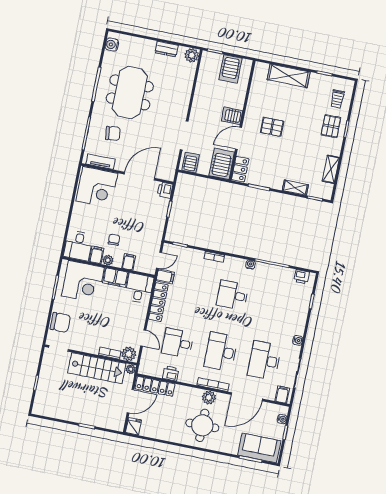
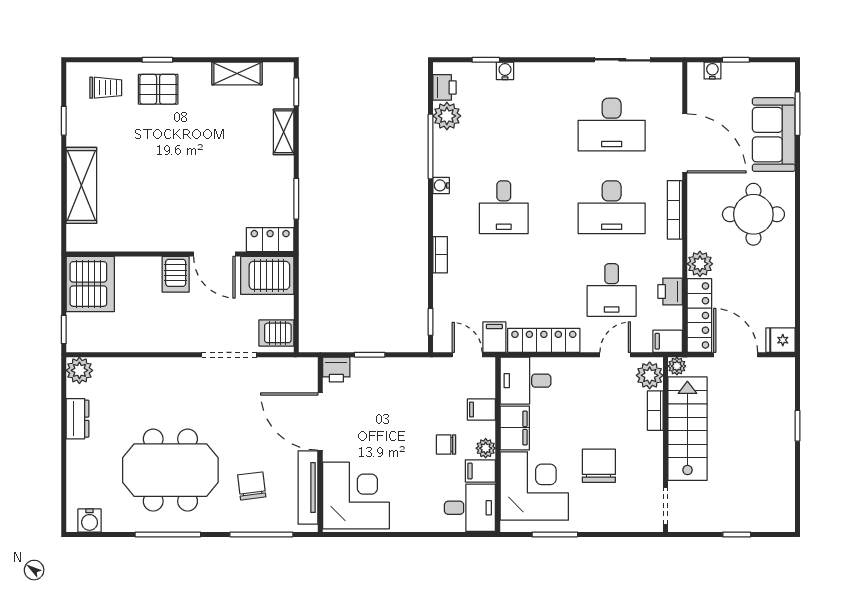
server rack: (231, 69) -> (90, 284), width x1.60
pallet: (272, 127) -> (181, 197), removed
tv unit: (100, 162) -> (308, 488), width x1.41
plant: (286, 275) -> (447, 116), added
chair: (60, 322) -> (599, 466), moved
water cooler: (298, 340) -> (505, 71), moved
filing cabinet: (282, 395) -> (668, 341), moved
plant: (209, 398) -> (700, 264), moved
sofa: (259, 448) -> (774, 135), moved

